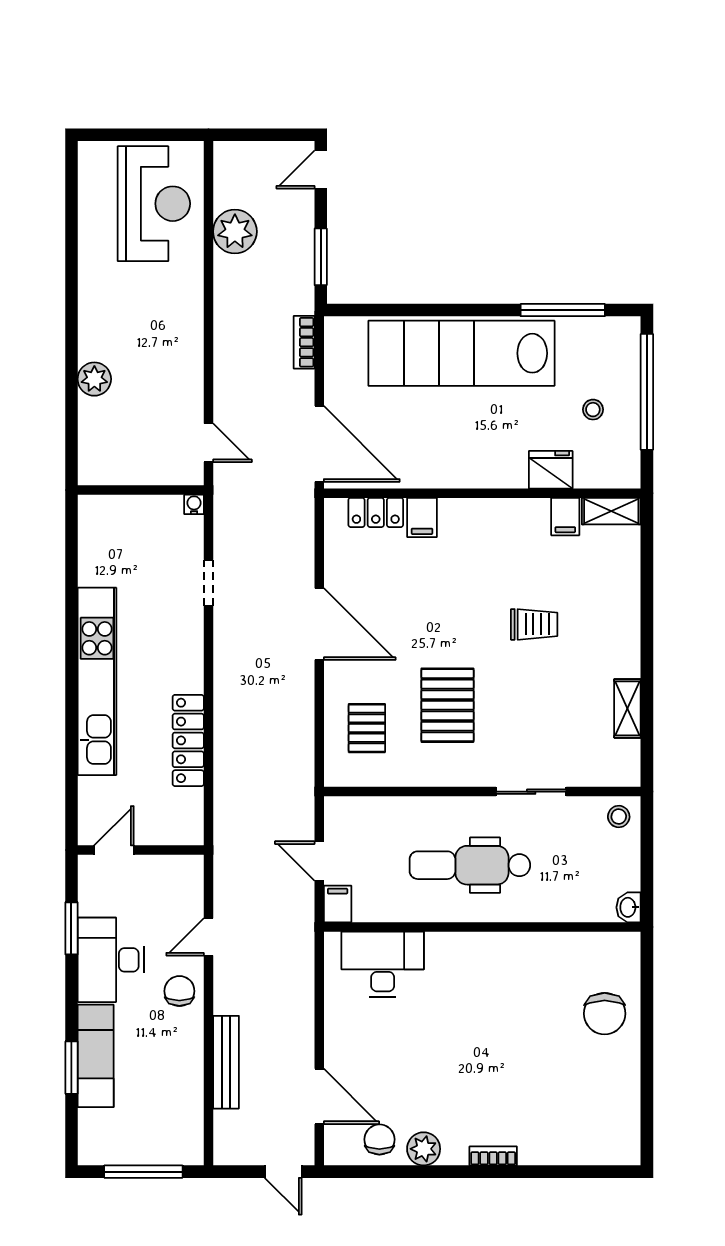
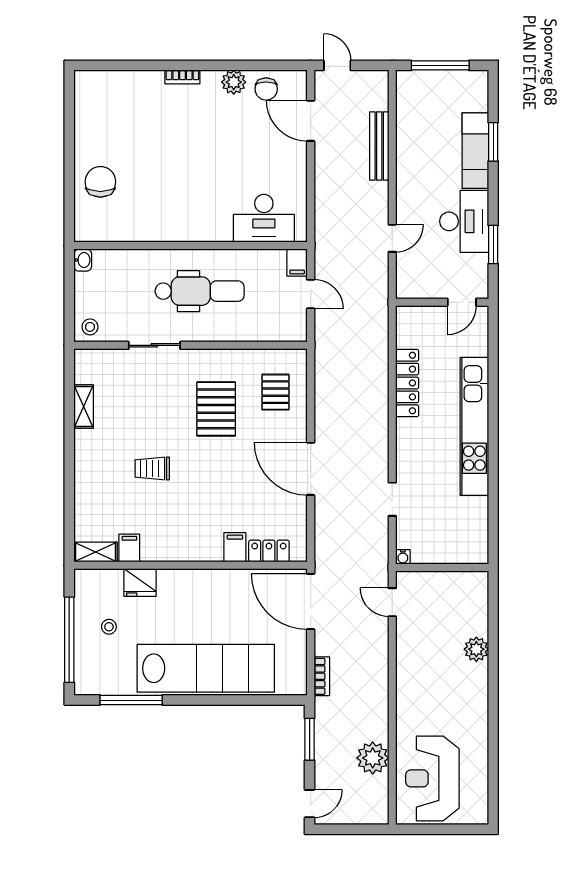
chair: (179, 991) -> (414, 198), removed

